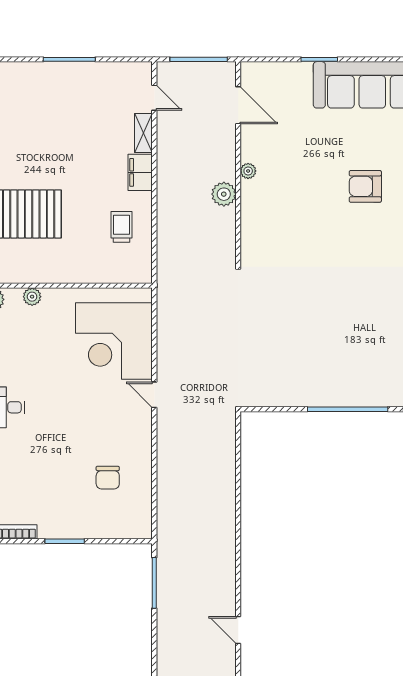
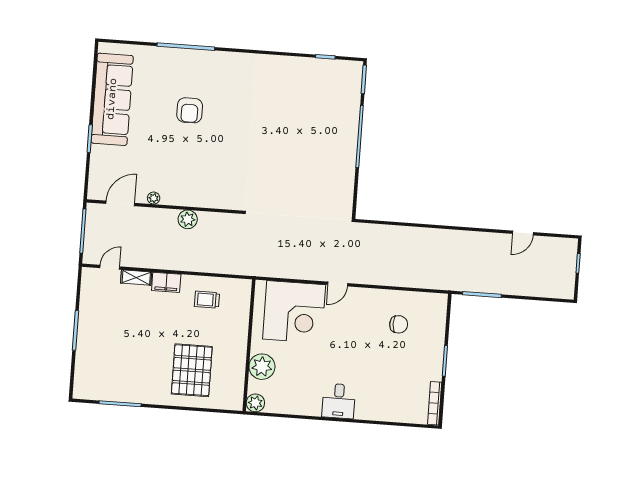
plant: (248, 171) -> (154, 198), moved
plant: (32, 297) -> (262, 367), width x1.87, depth x1.87

